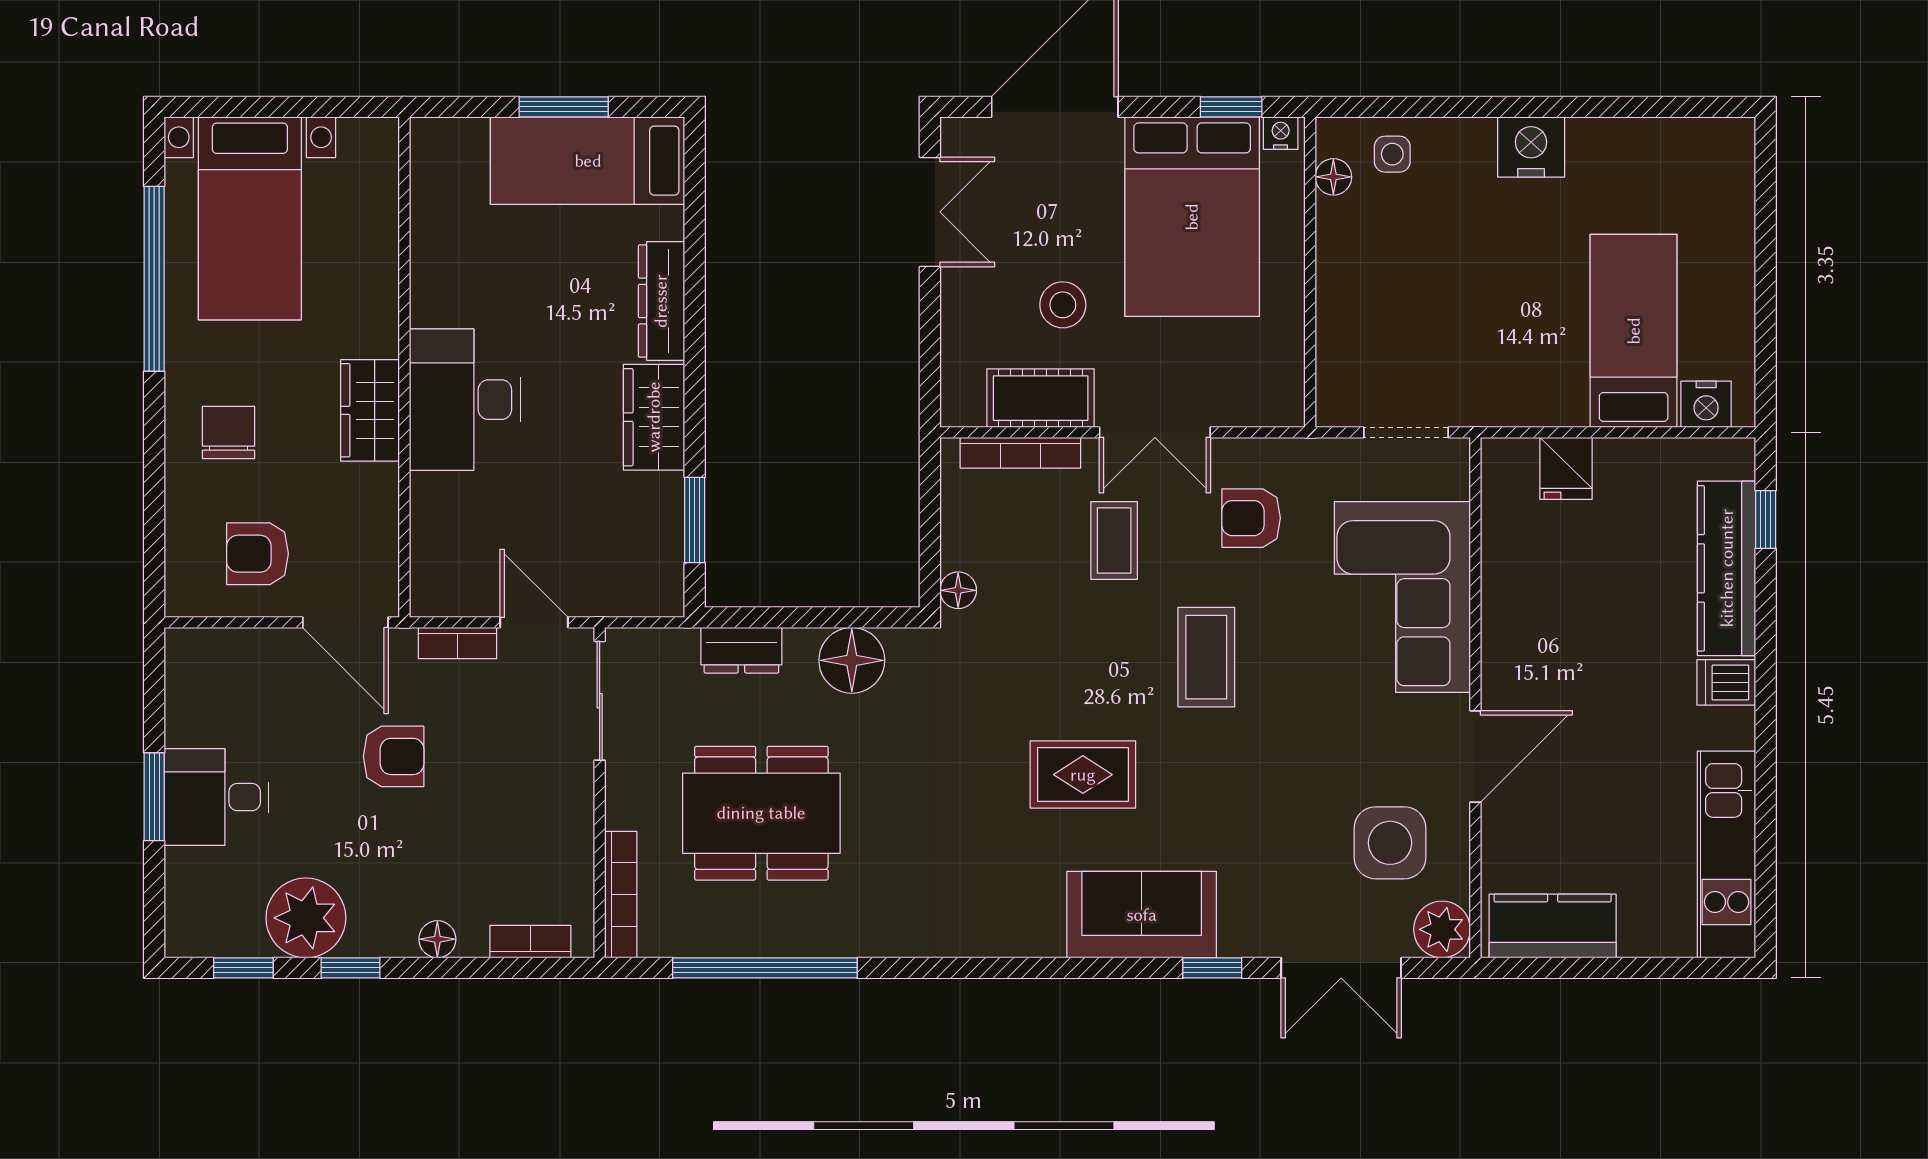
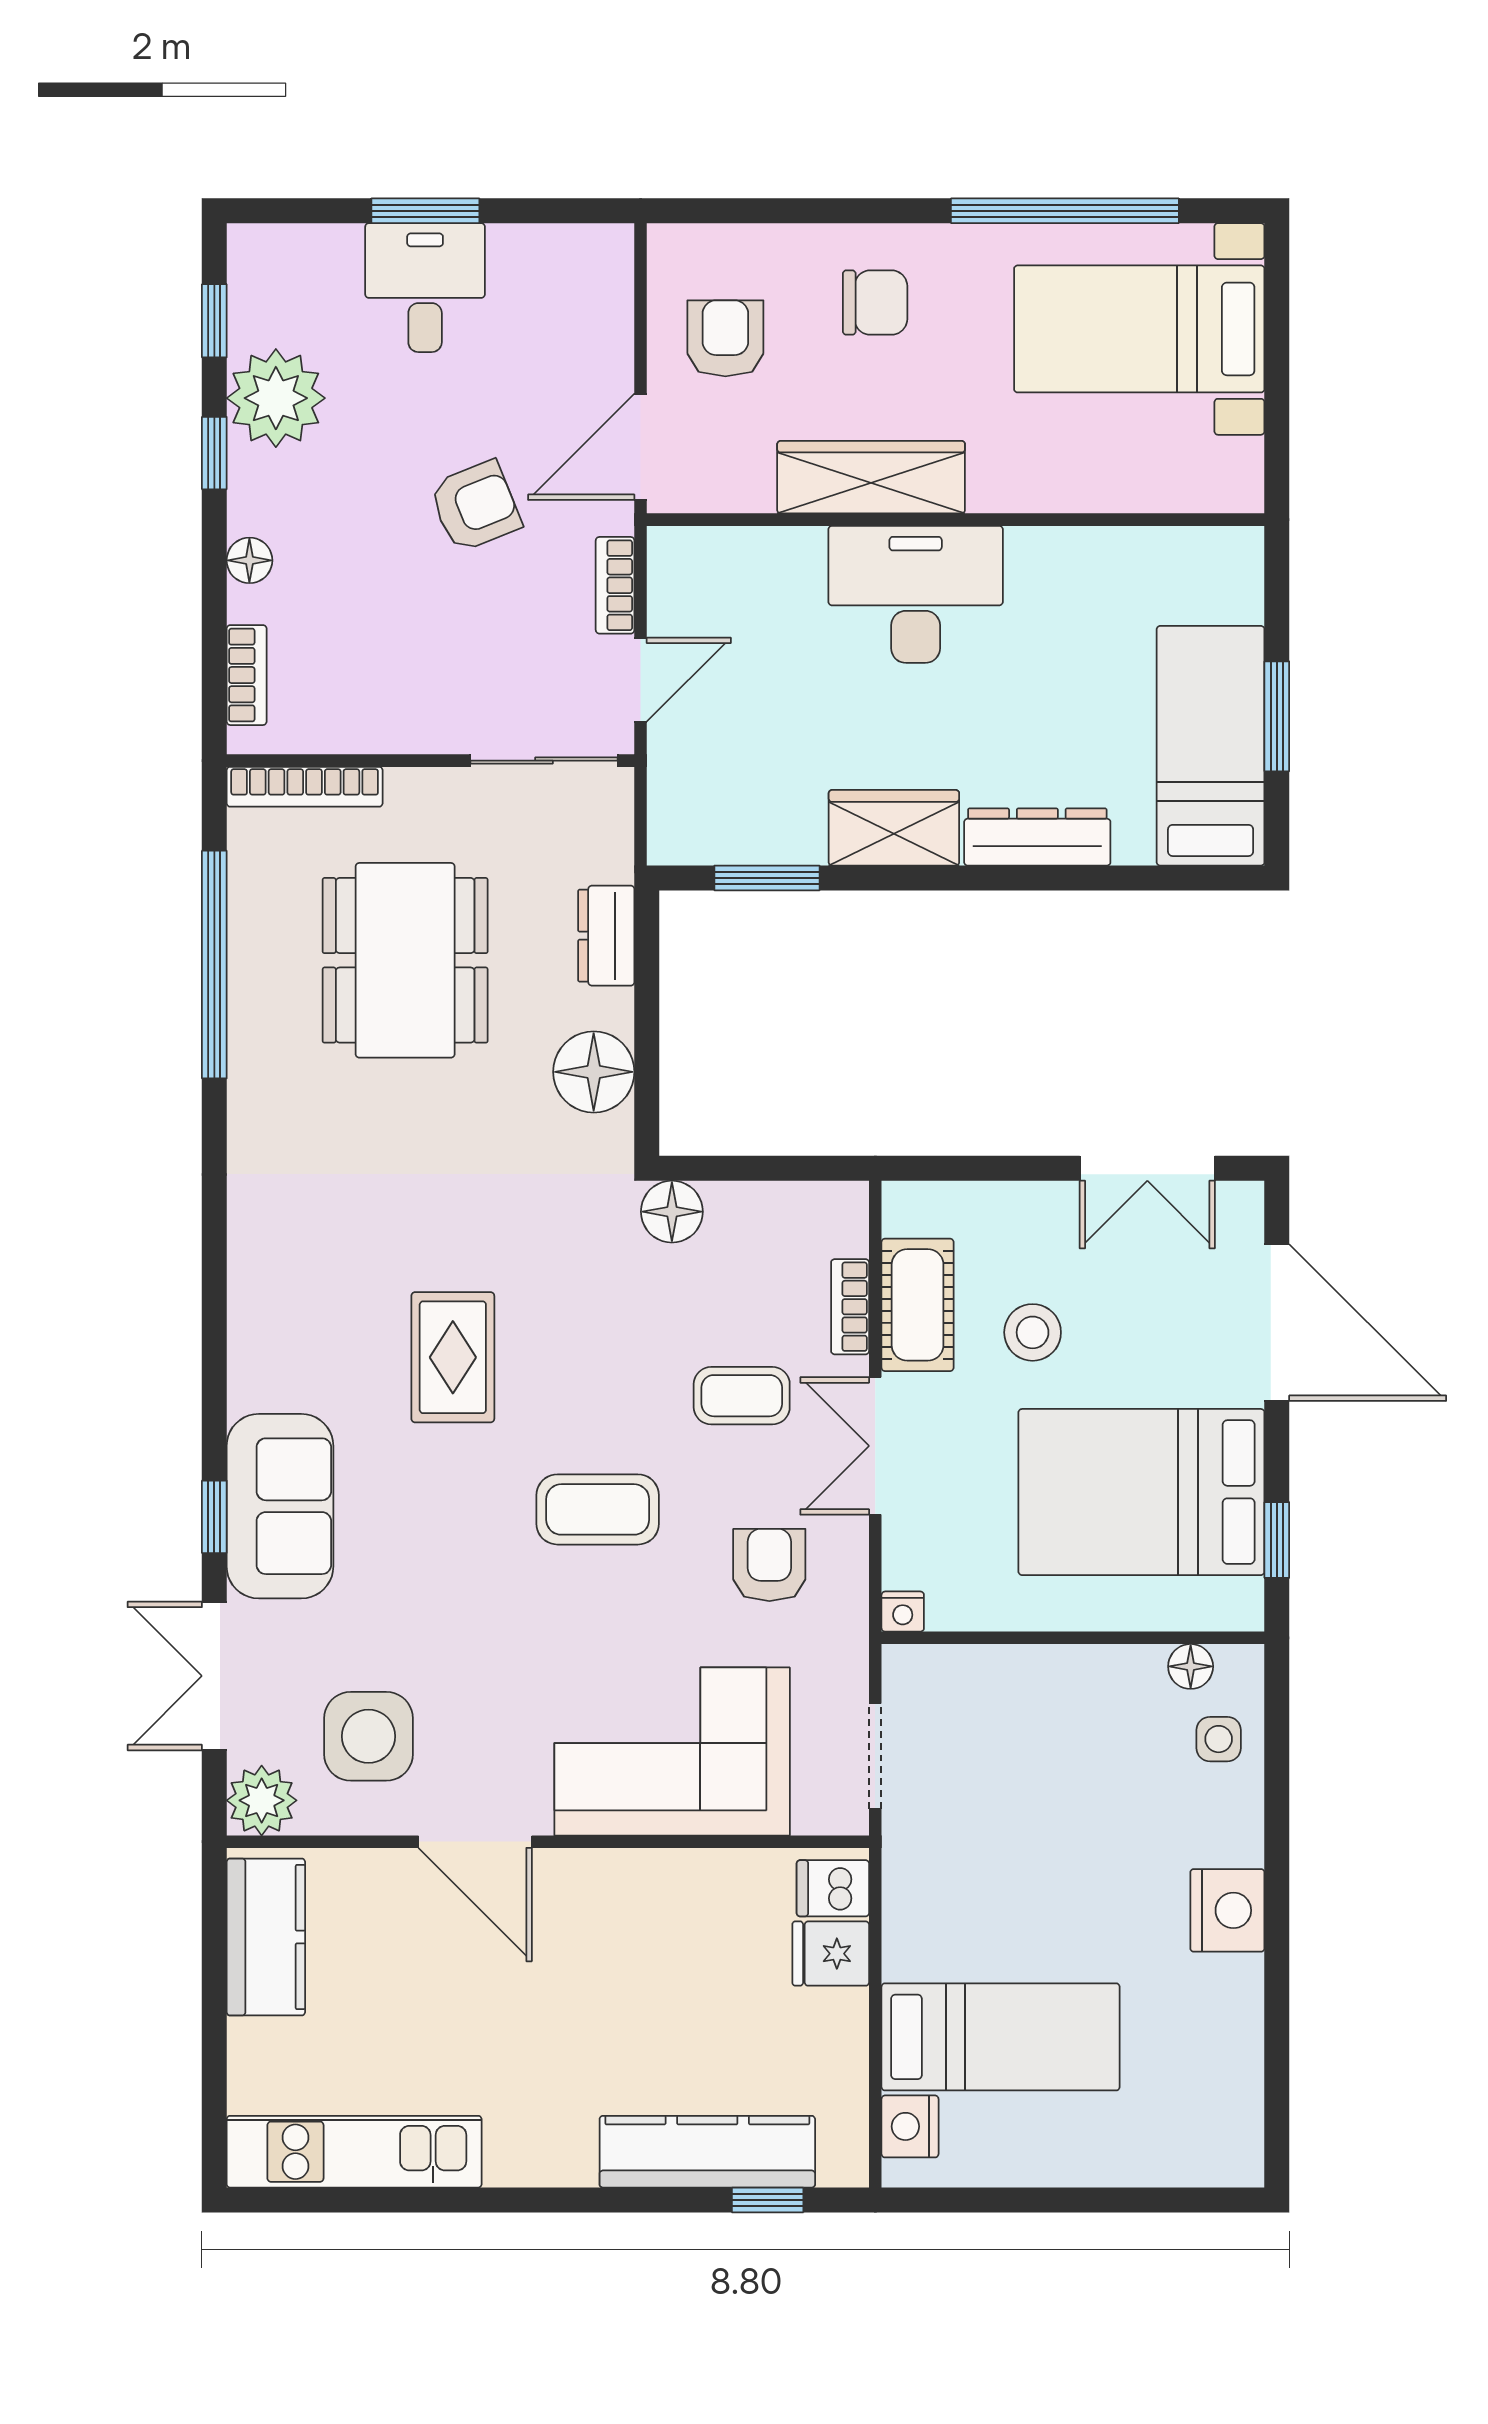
nightstand: (1281, 133) -> (903, 1612), moved, turned 90
wardrobe: (370, 410) -> (871, 477), width x1.50
bookcase: (1020, 453) -> (850, 1307), width x0.64
floor lamp: (958, 590) -> (672, 1212), width x1.37, depth x1.37
dishwasher: (1726, 682) -> (833, 1888), moved, turned -90
armchair: (394, 756) -> (475, 506), turned -112
sofa: (1142, 915) -> (280, 1506), moved

